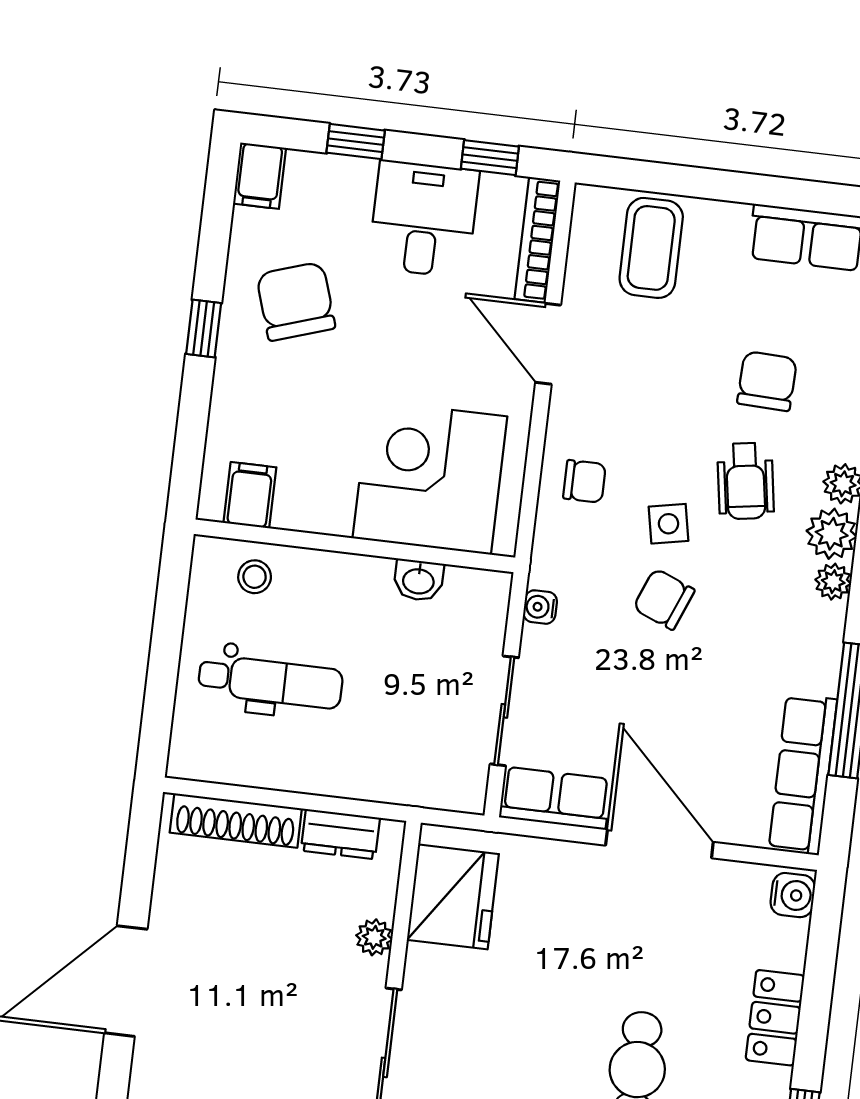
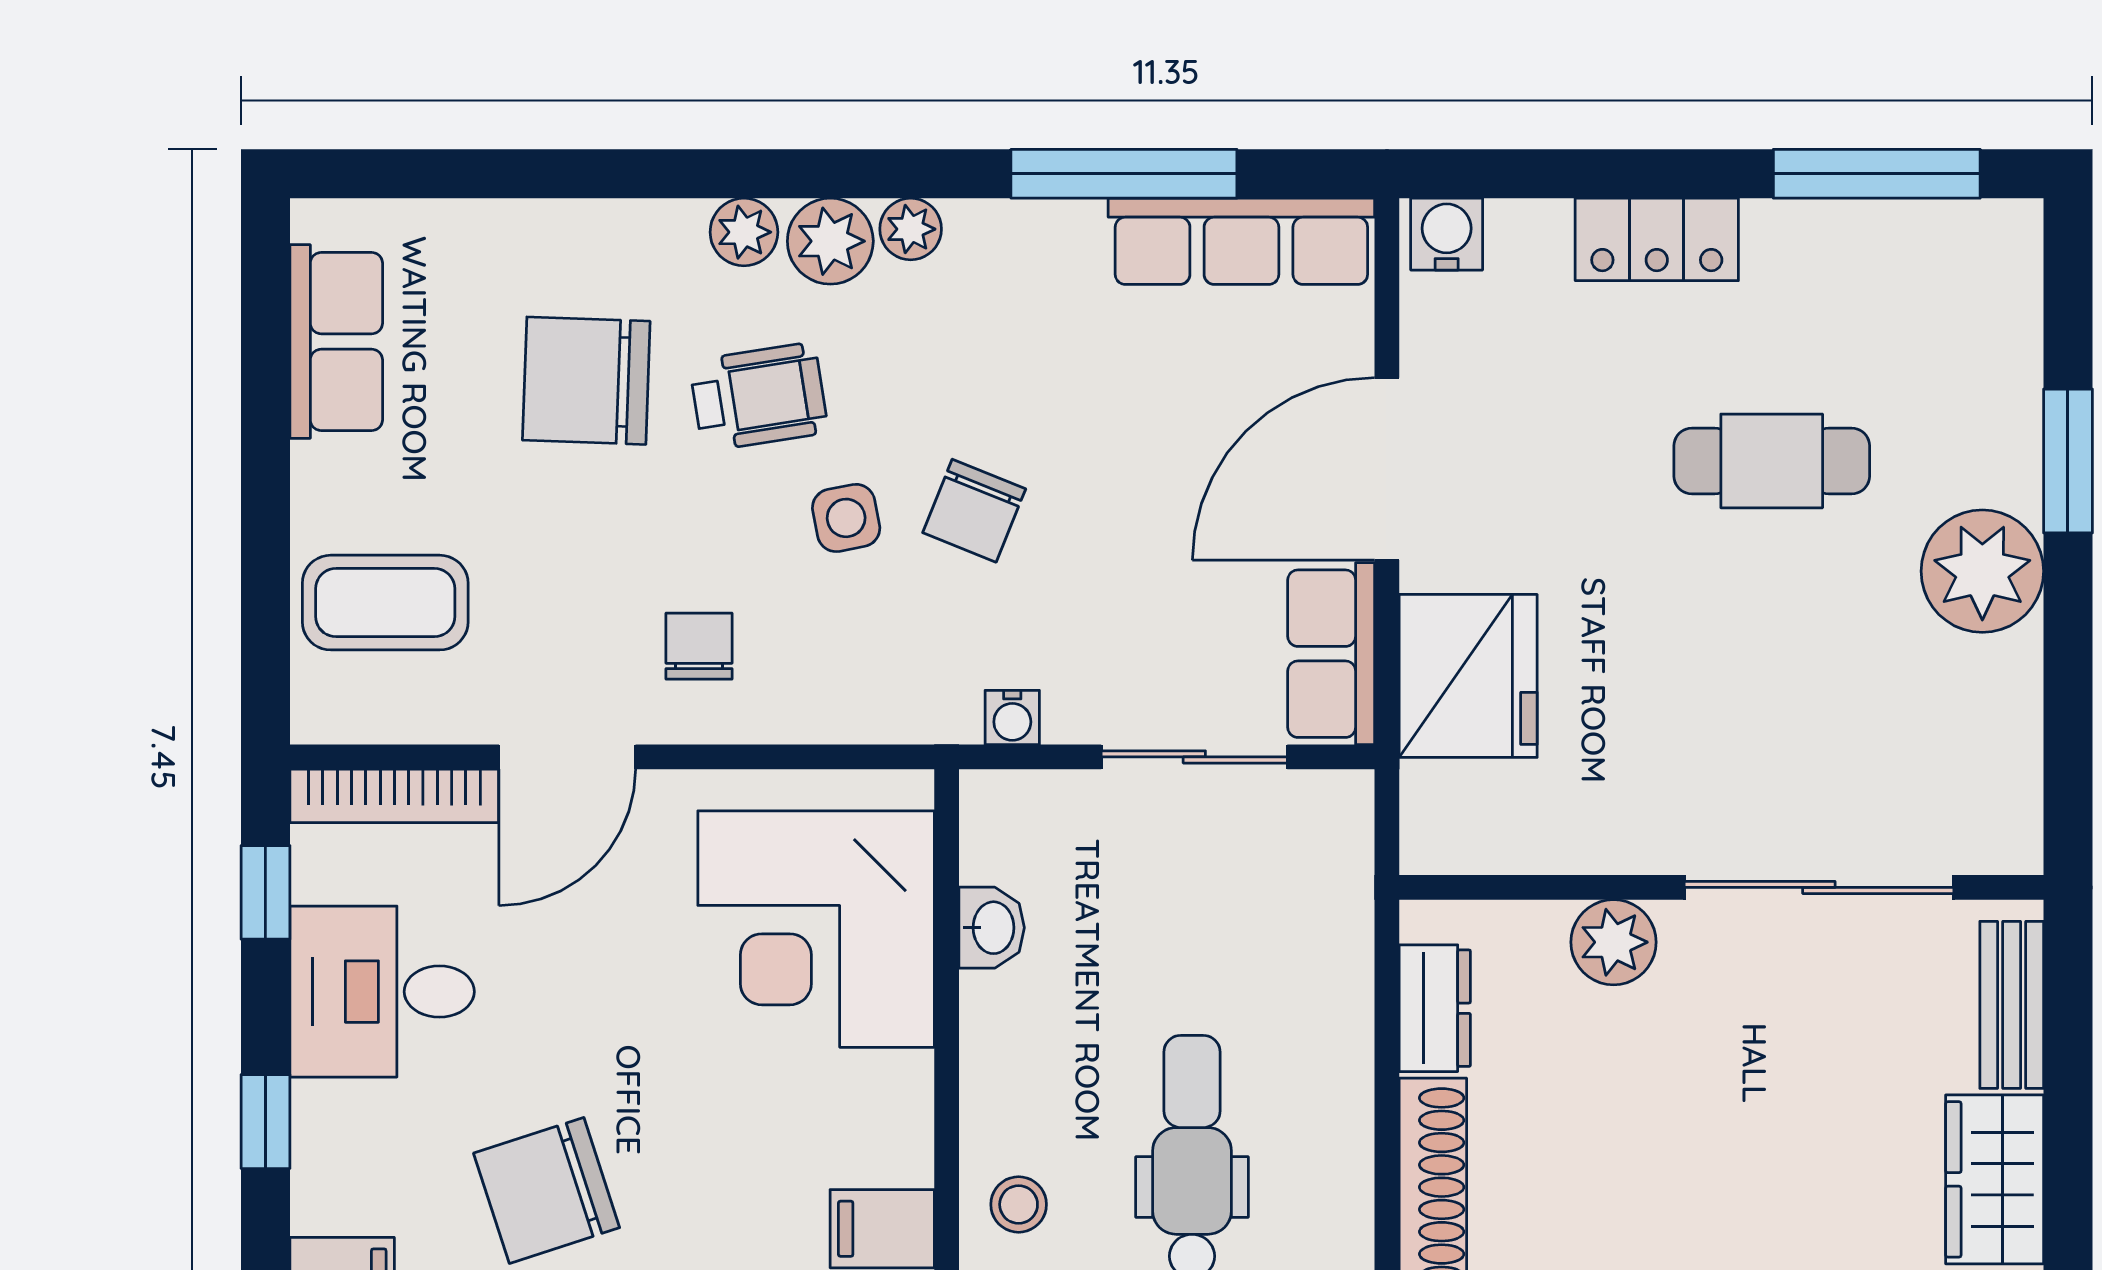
chair: (767, 381) -> (586, 381), width x1.37, depth x1.37
chair: (584, 481) -> (699, 646), moved
fridge: (453, 897) -> (1468, 676), moved, turned 90
plant: (374, 937) -> (1614, 942), width x1.38, depth x1.38

